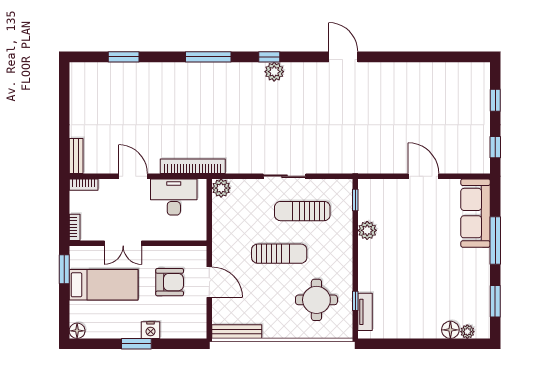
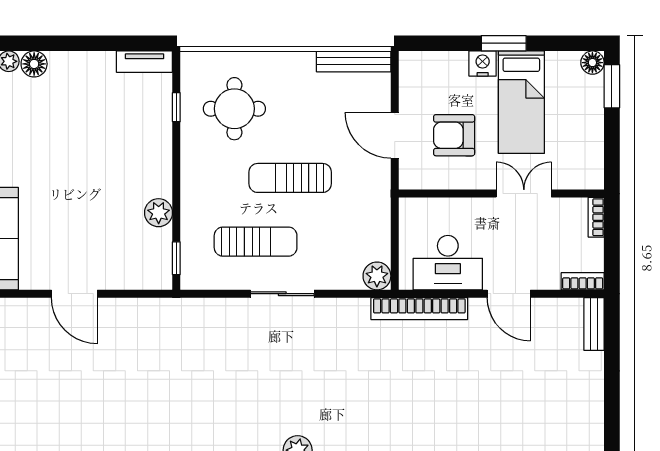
window: (64, 269) -> (612, 86), moved
bed: (104, 285) -> (521, 102), moved, turned -90
tv unit: (365, 312) -> (144, 62), moved, turned -90

